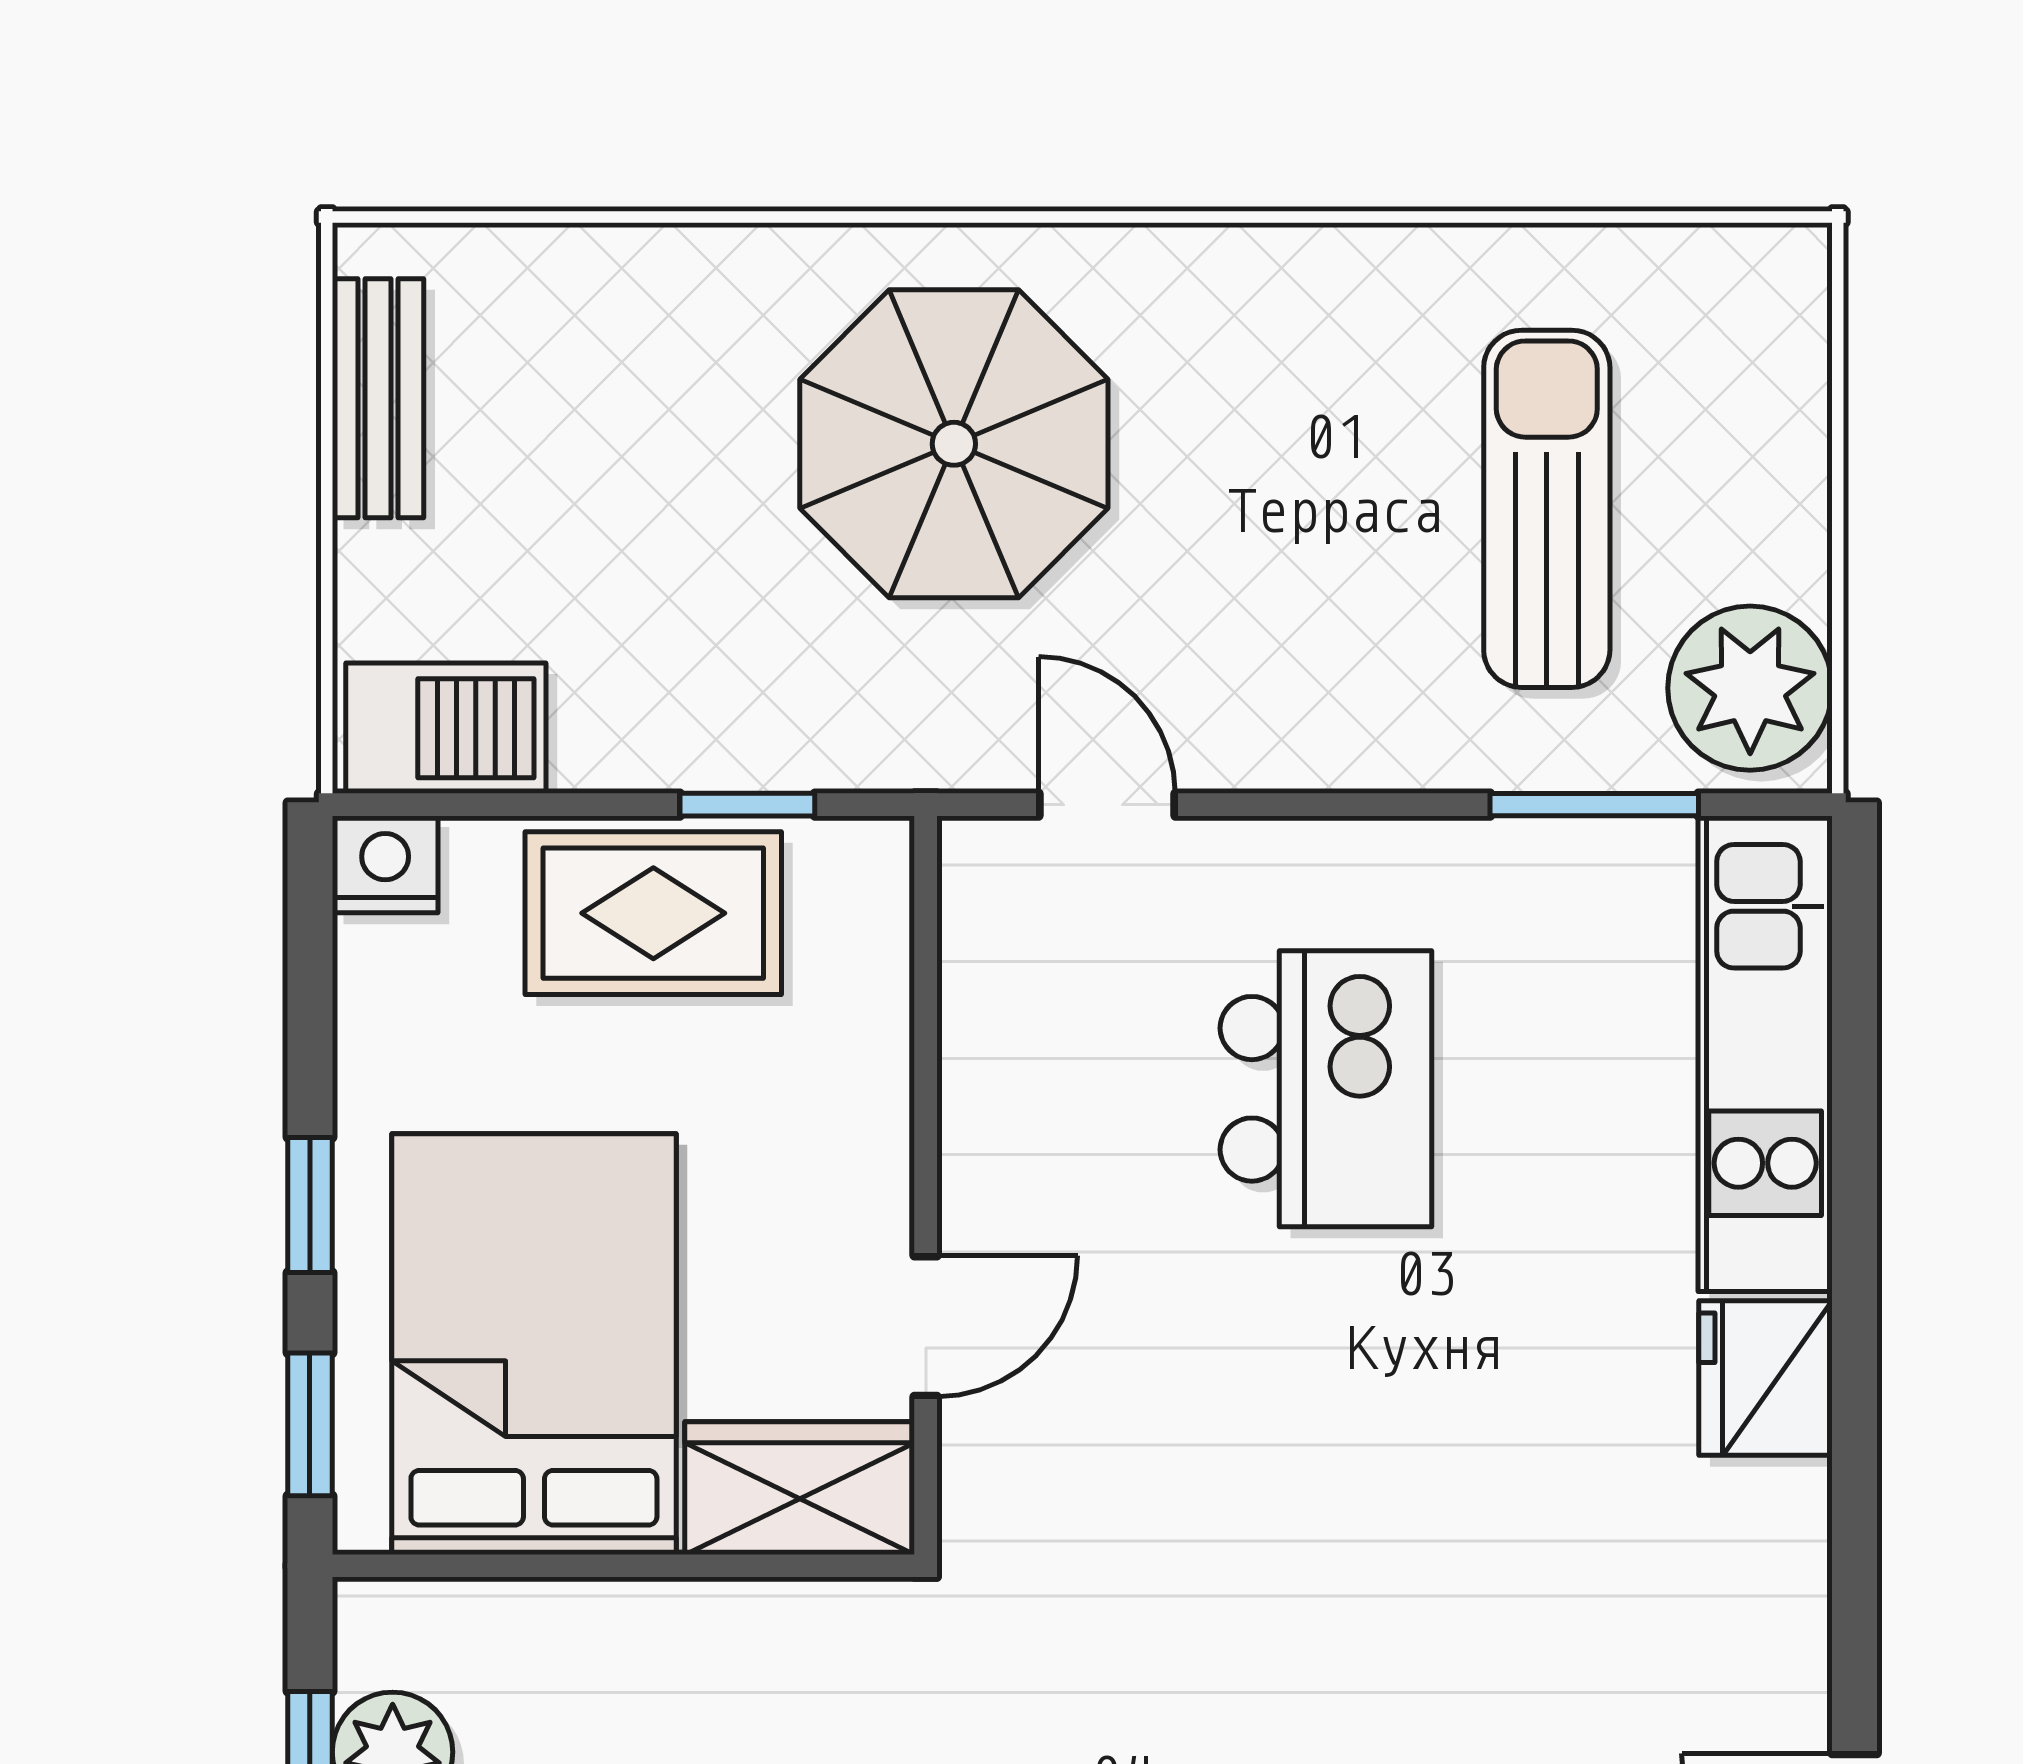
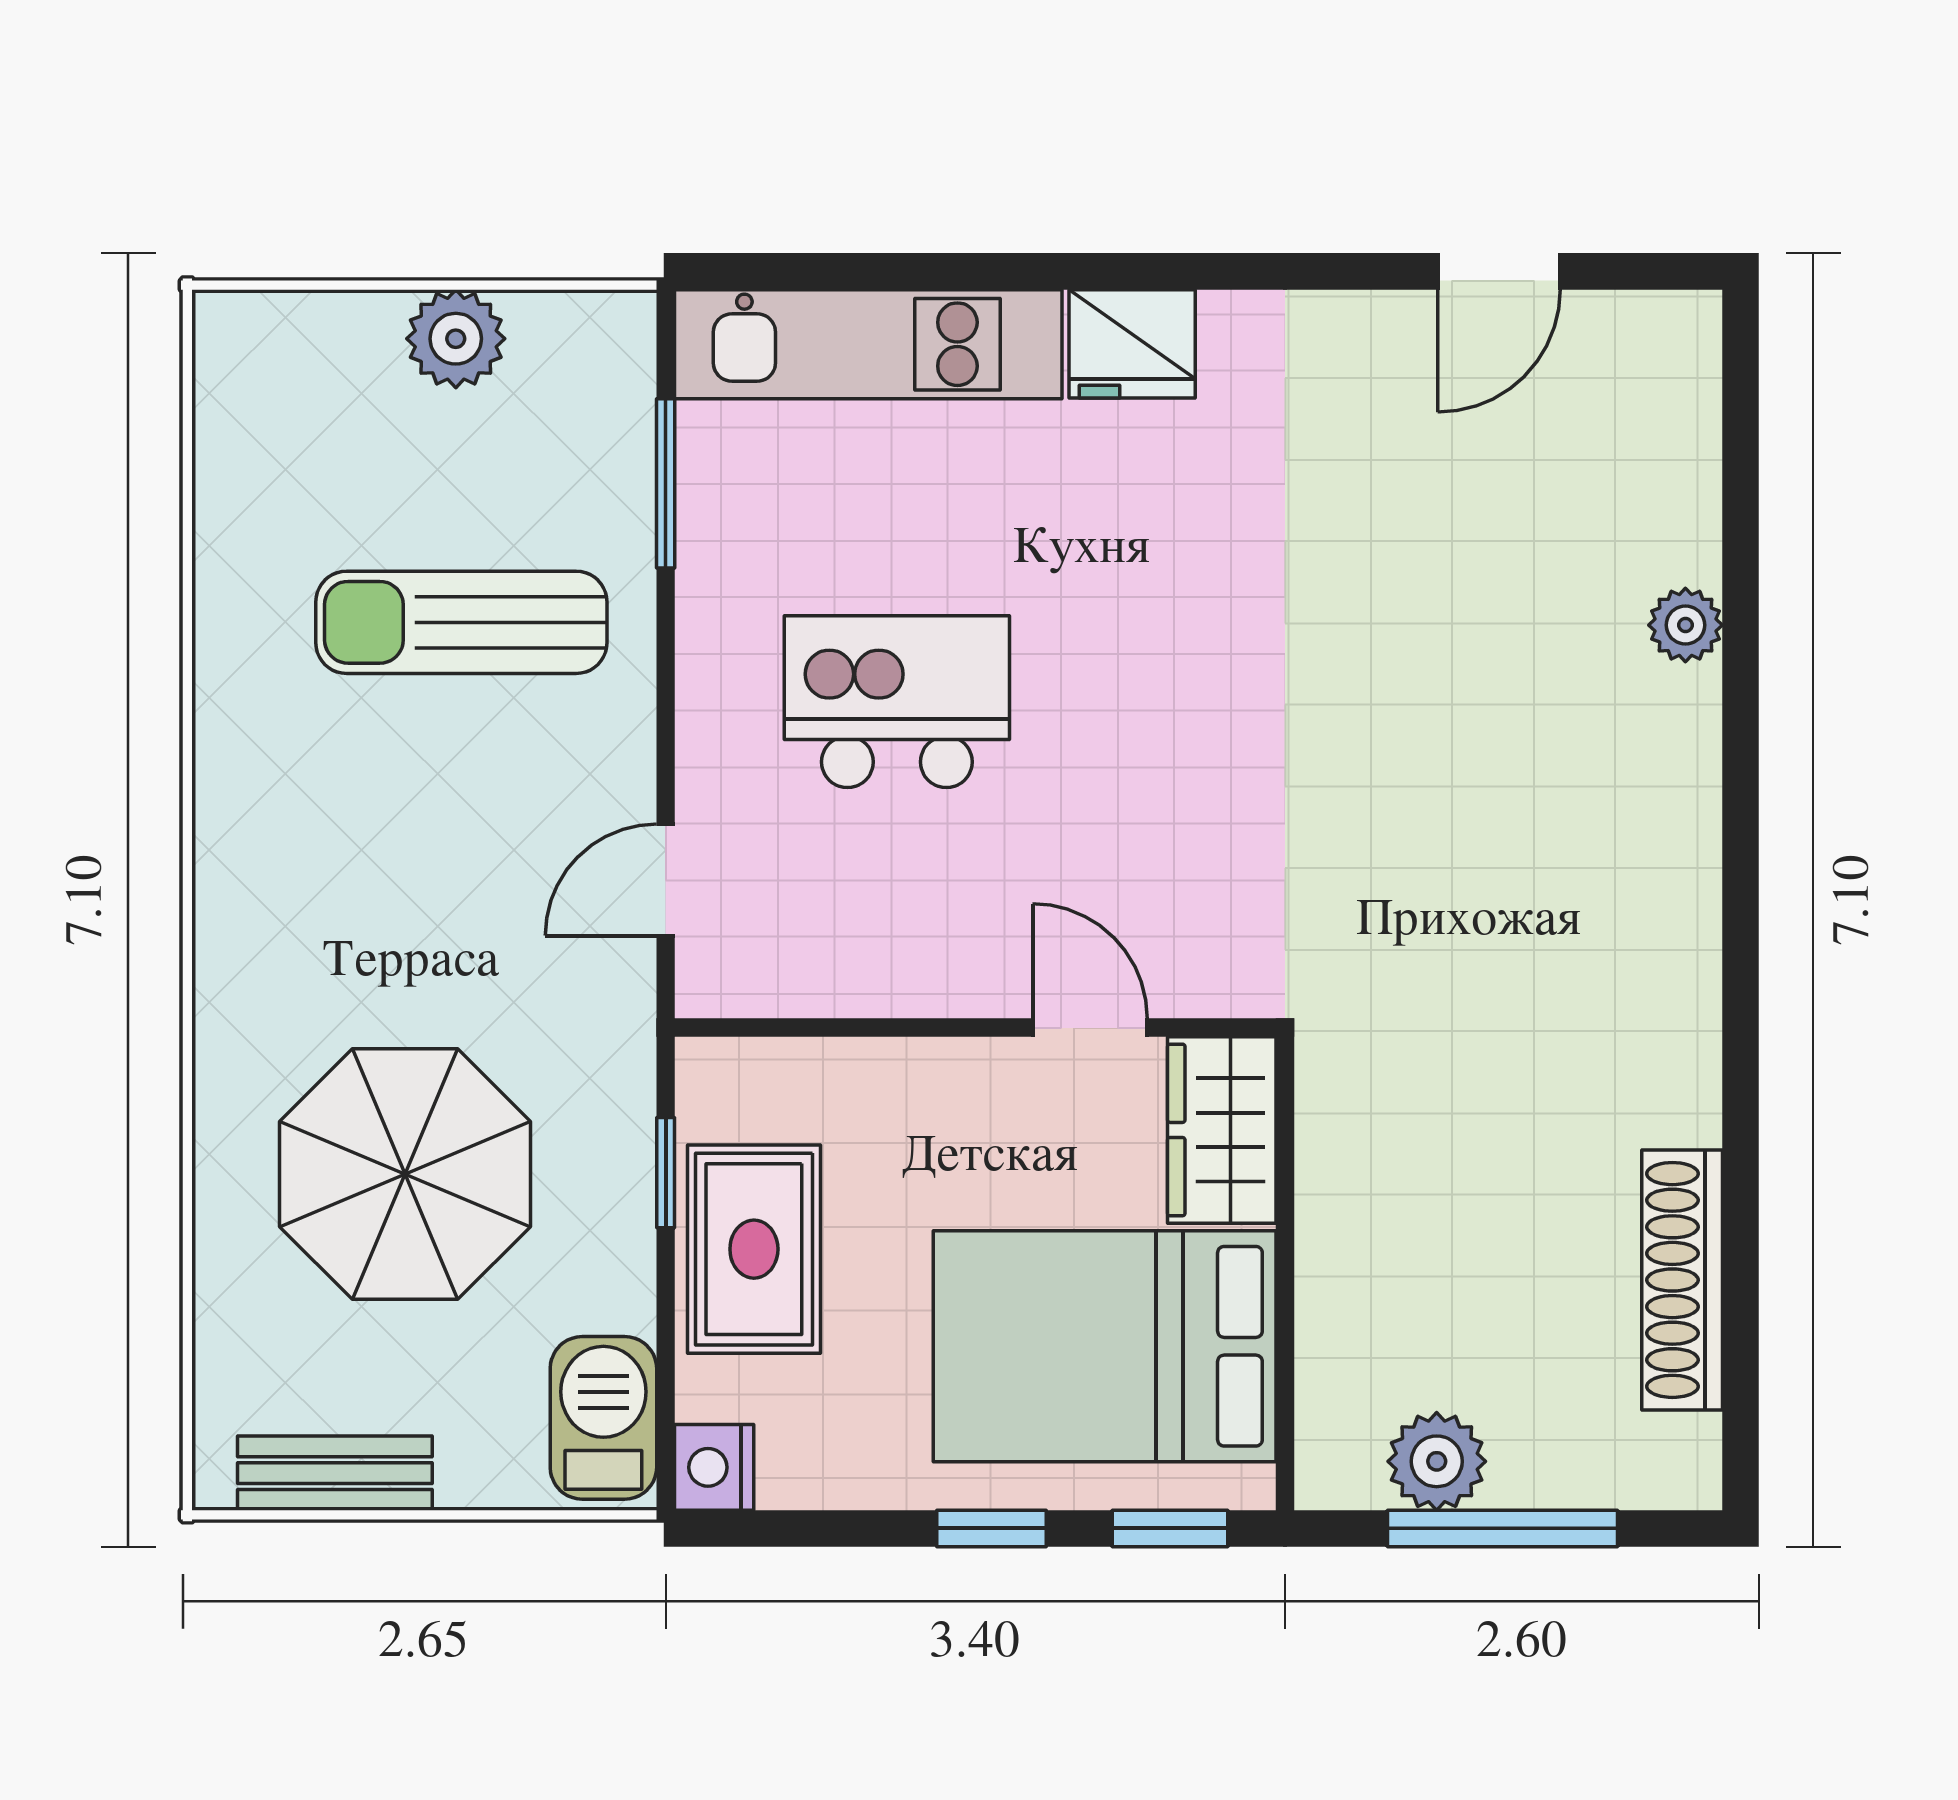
parasol: (954, 444) -> (405, 1174), moved
sun lounger: (1547, 509) -> (461, 622), moved
plant: (1750, 688) -> (456, 339), moved, width x0.73, depth x0.73

